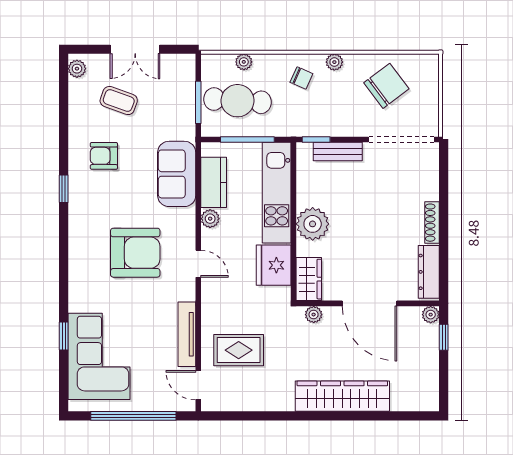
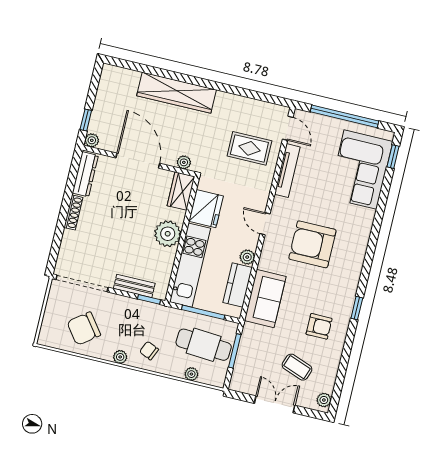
window: (64, 336) -> (393, 157), moved

